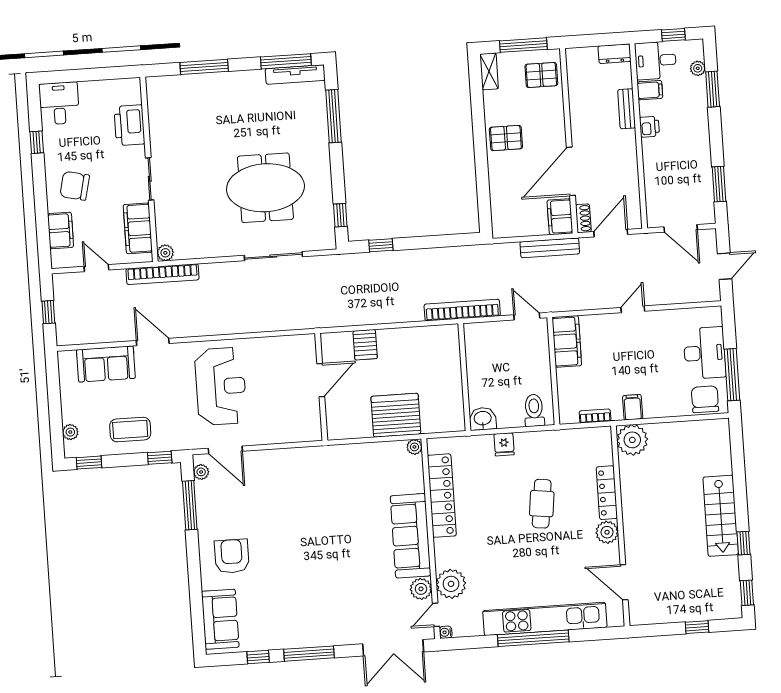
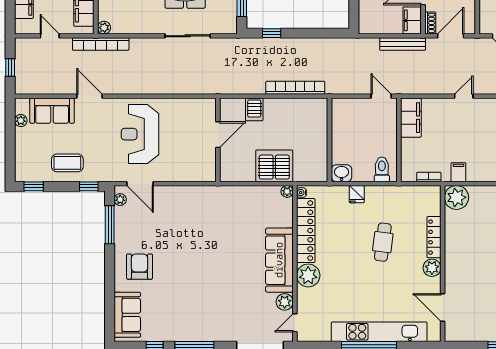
bookcase: (462, 310) -> (295, 88), moved
reception desk: (221, 386) -> (140, 134), turned 180
plant: (70, 432) -> (21, 121), moved
plant: (451, 584) -> (308, 275), moved
water cooler: (446, 632) -> (301, 192), moved

